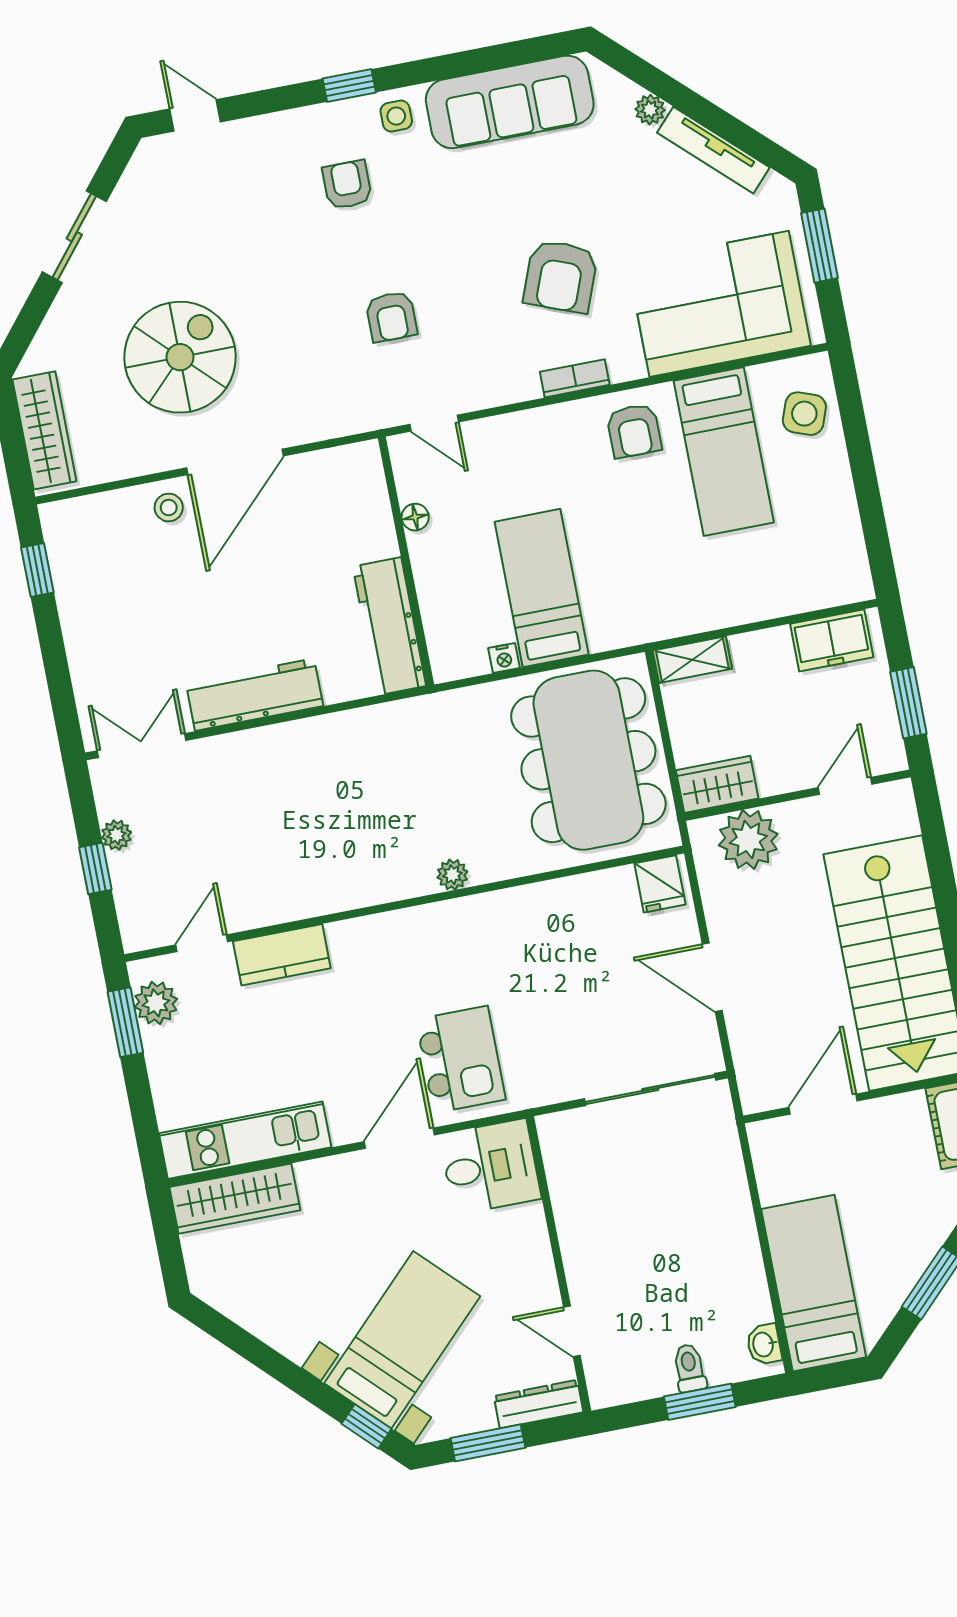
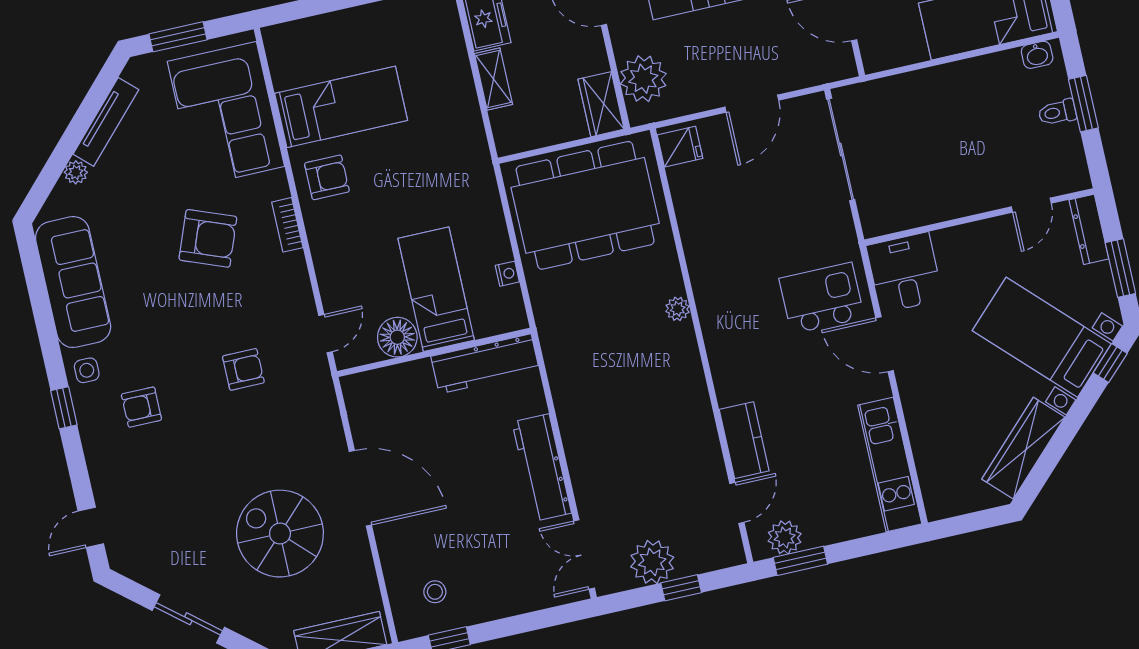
side table: (804, 414) -> (310, 45), removed
stool: (169, 507) -> (435, 592), moved
floor lamp: (415, 517) -> (397, 337), width x1.89, depth x1.89
bed: (542, 588) -> (436, 289), moved, turned 90
shelving: (692, 660) -> (493, 79), moved
plant: (116, 835) -> (652, 562), width x1.88, depth x1.88
door: (202, 943) -> (737, 503), swing flipped
wardrobe: (235, 1199) -> (1023, 448), moved, turned -135

